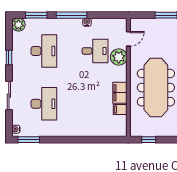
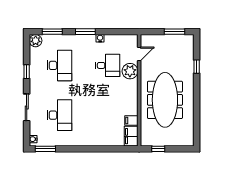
window: (71, 15) -> (85, 32), width x0.69
filing cabinet: (120, 93) -> (131, 136), moved

